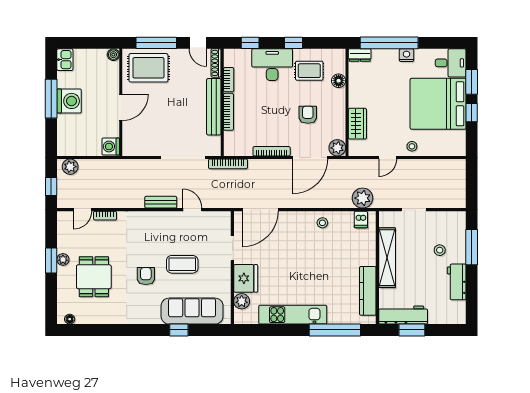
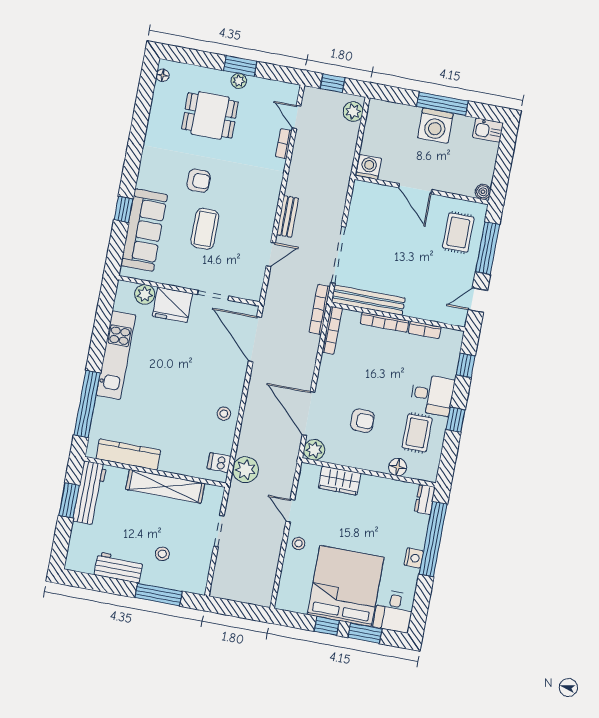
shoe rack: (216, 63) -> (449, 318), removed
desk: (272, 65) -> (432, 395), width x0.73
rug: (148, 68) -> (458, 233), width x0.73, depth x0.70
bench: (214, 107) -> (368, 300), moved
bookcase: (272, 151) -> (332, 330), moved

